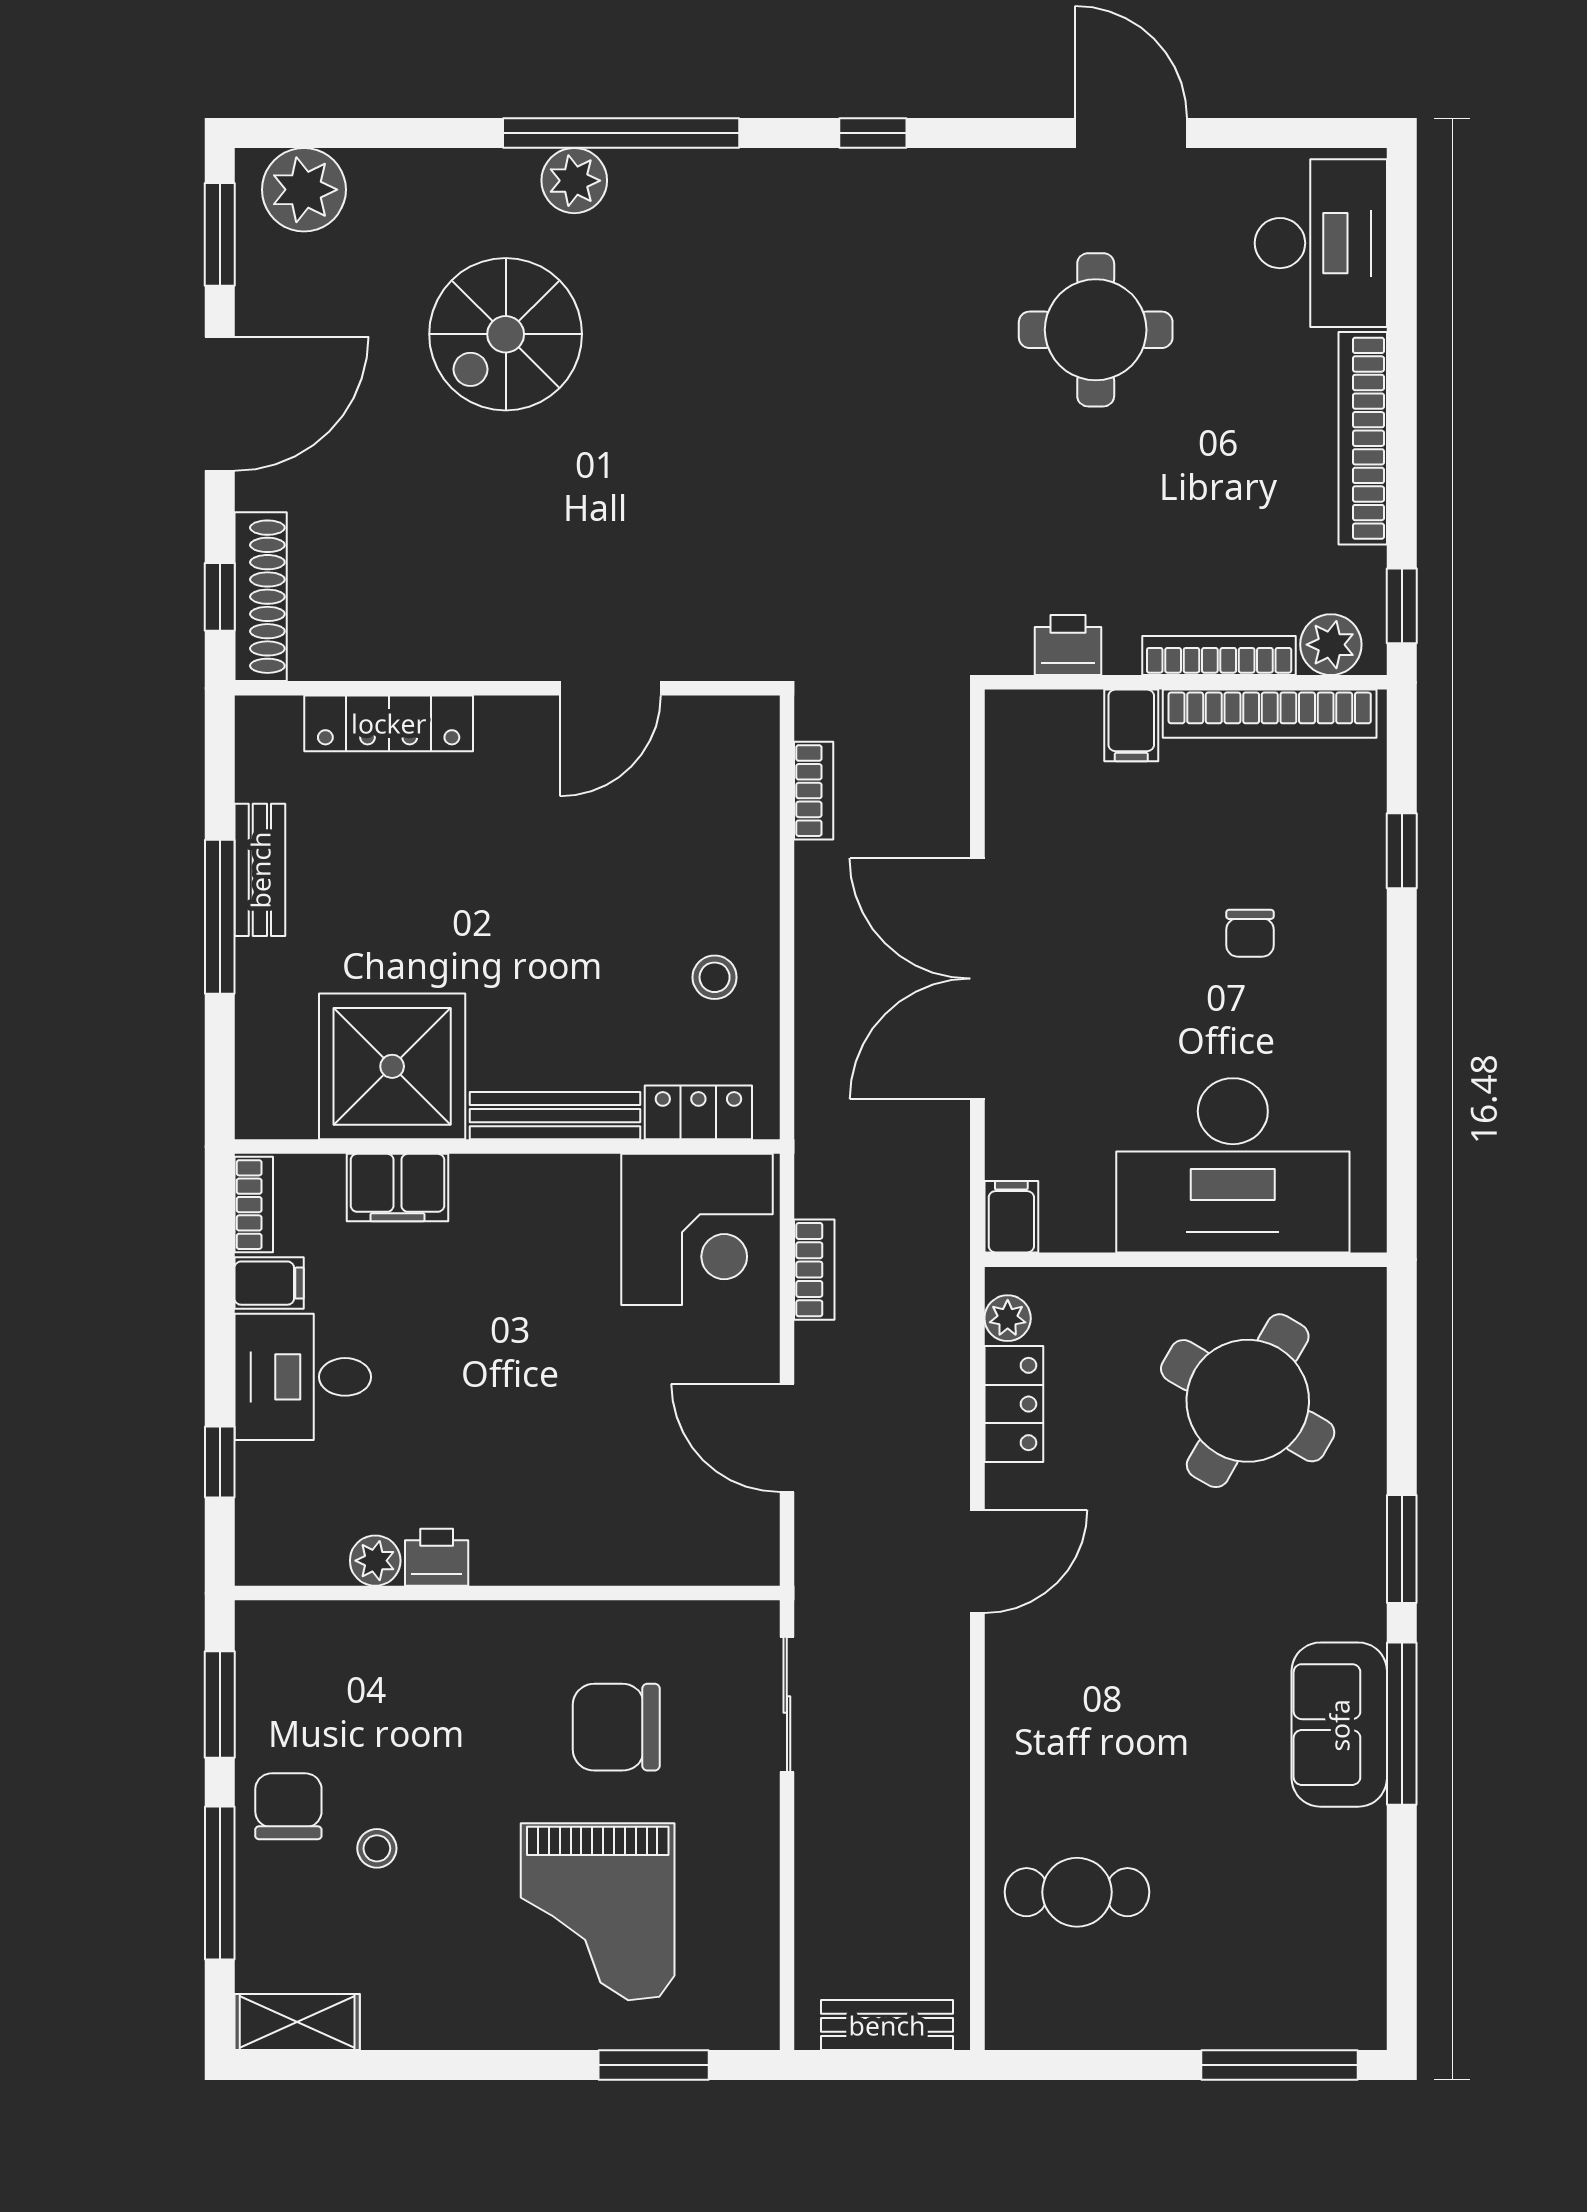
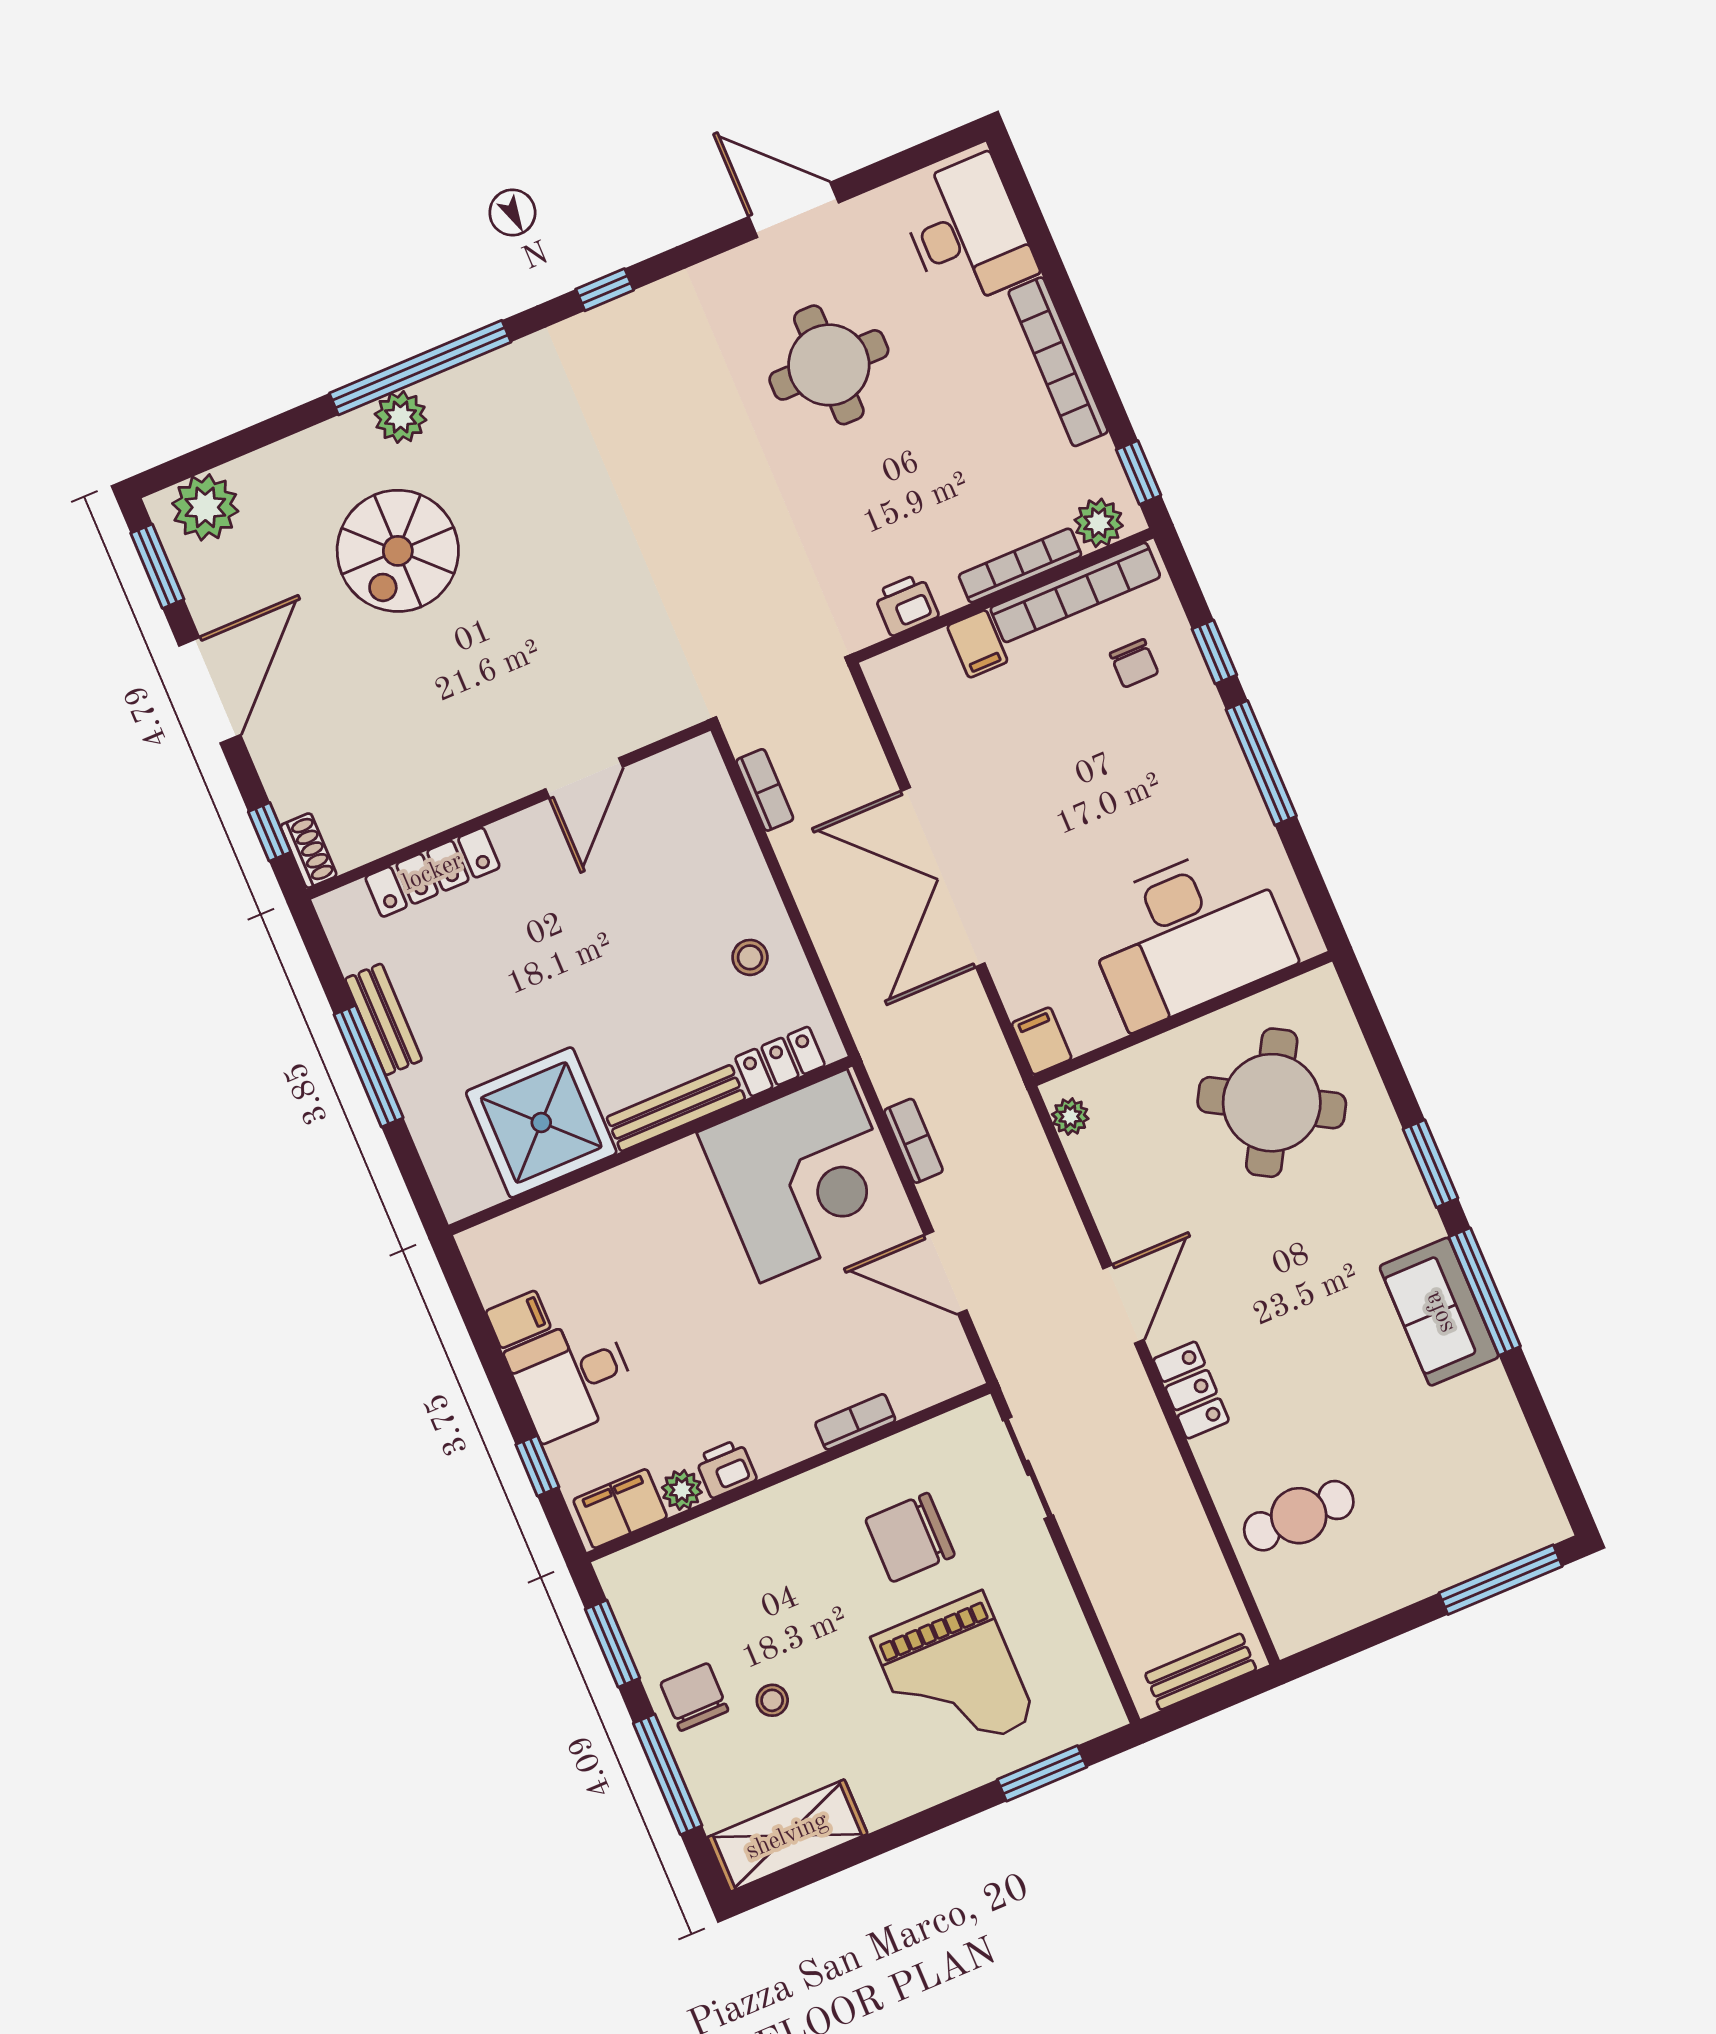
shoe rack: (261, 597) -> (309, 851), width x0.51, depth x0.81
chair: (1250, 933) -> (1134, 663), moved
window: (1402, 1002) -> (1261, 763), added
filing cabinet: (397, 1188) -> (620, 1509), moved, turned 180
bookcase: (254, 1205) -> (855, 1422), moved, turned -90
corner desk: (697, 1229) -> (804, 1176), width x1.36, depth x1.36
locker: (1014, 1404) -> (1191, 1390), moved
shelving: (297, 2022) -> (787, 1836), width x1.50, depth x1.33

